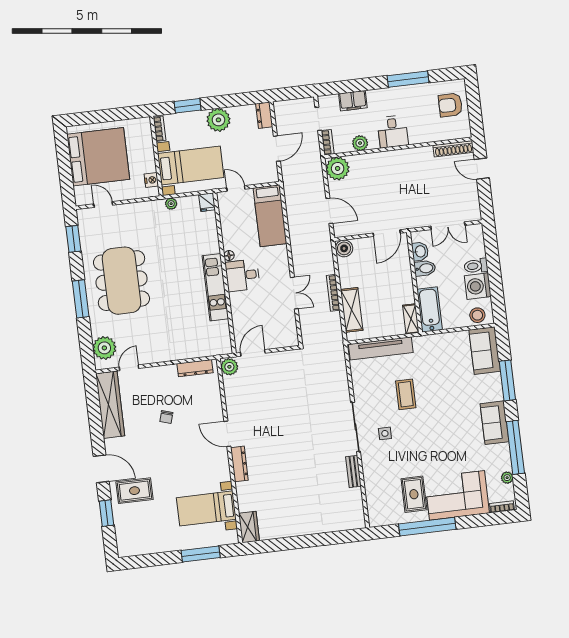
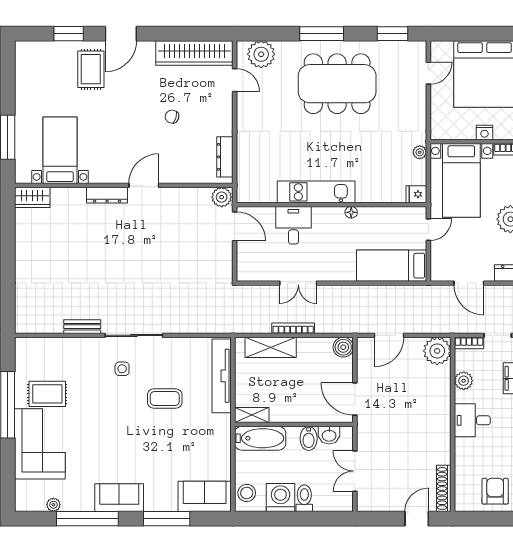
nightstand: (151, 180) -> (484, 132), moved
desk: (242, 275) -> (293, 225), moved
bookcase: (502, 507) -> (20, 495), removed

